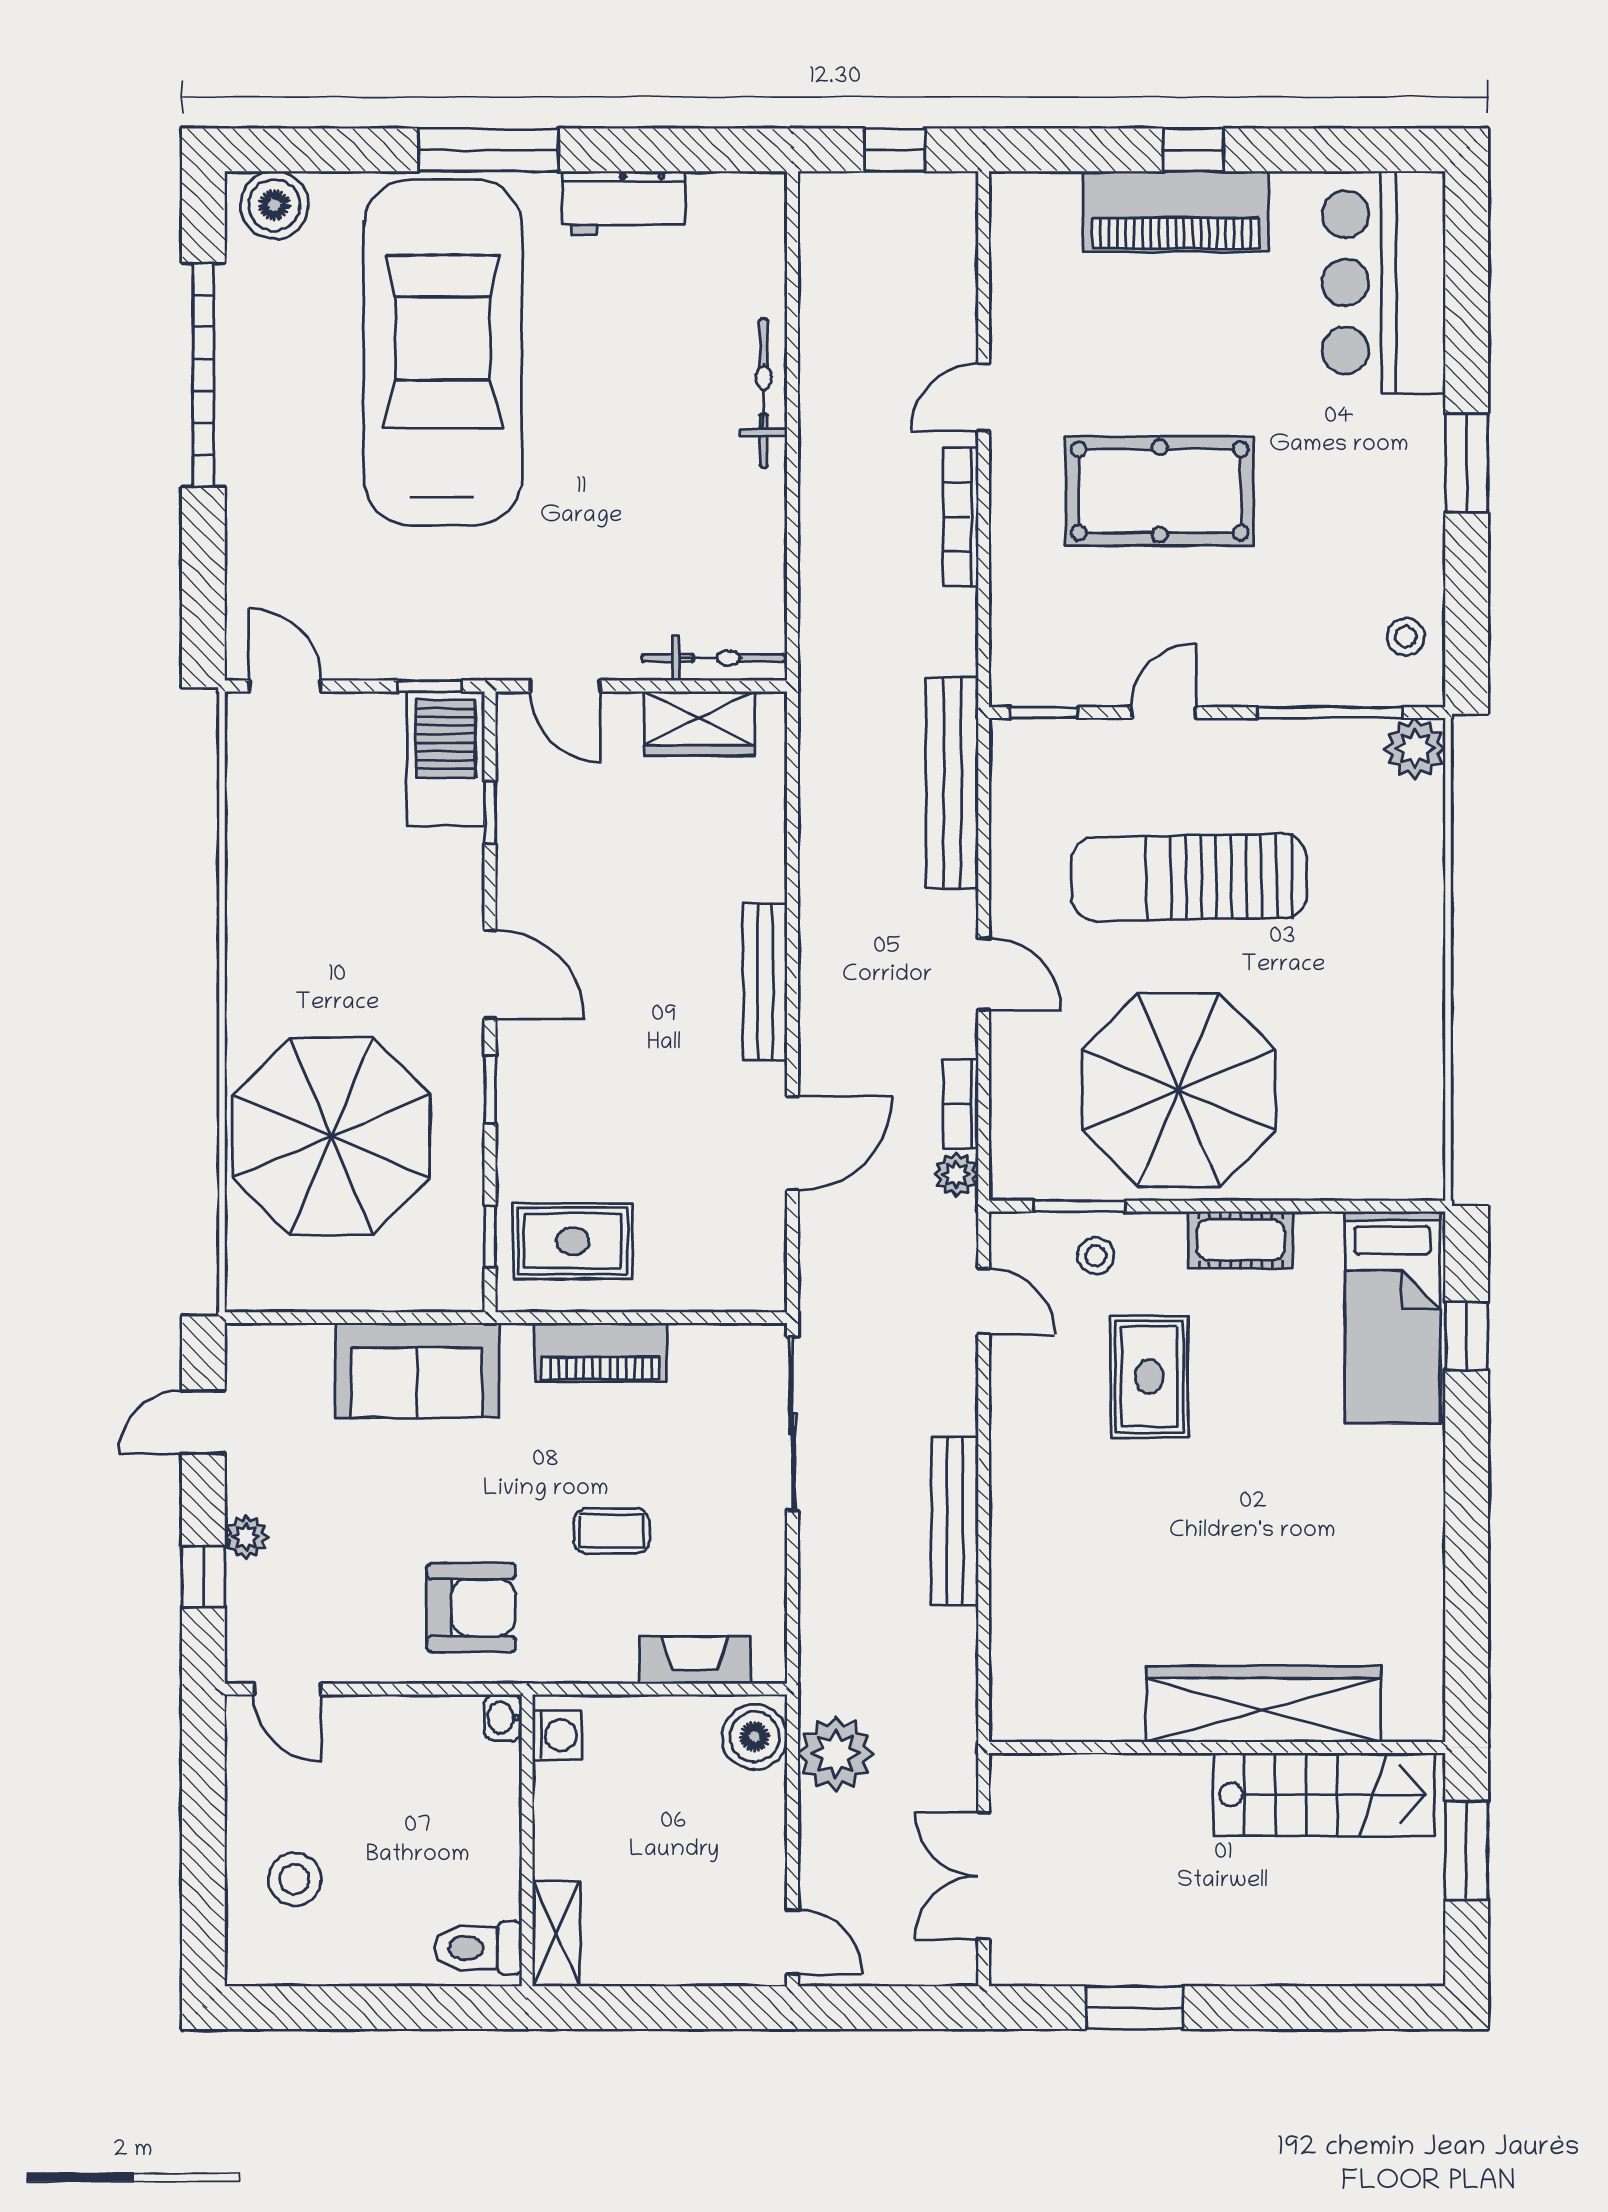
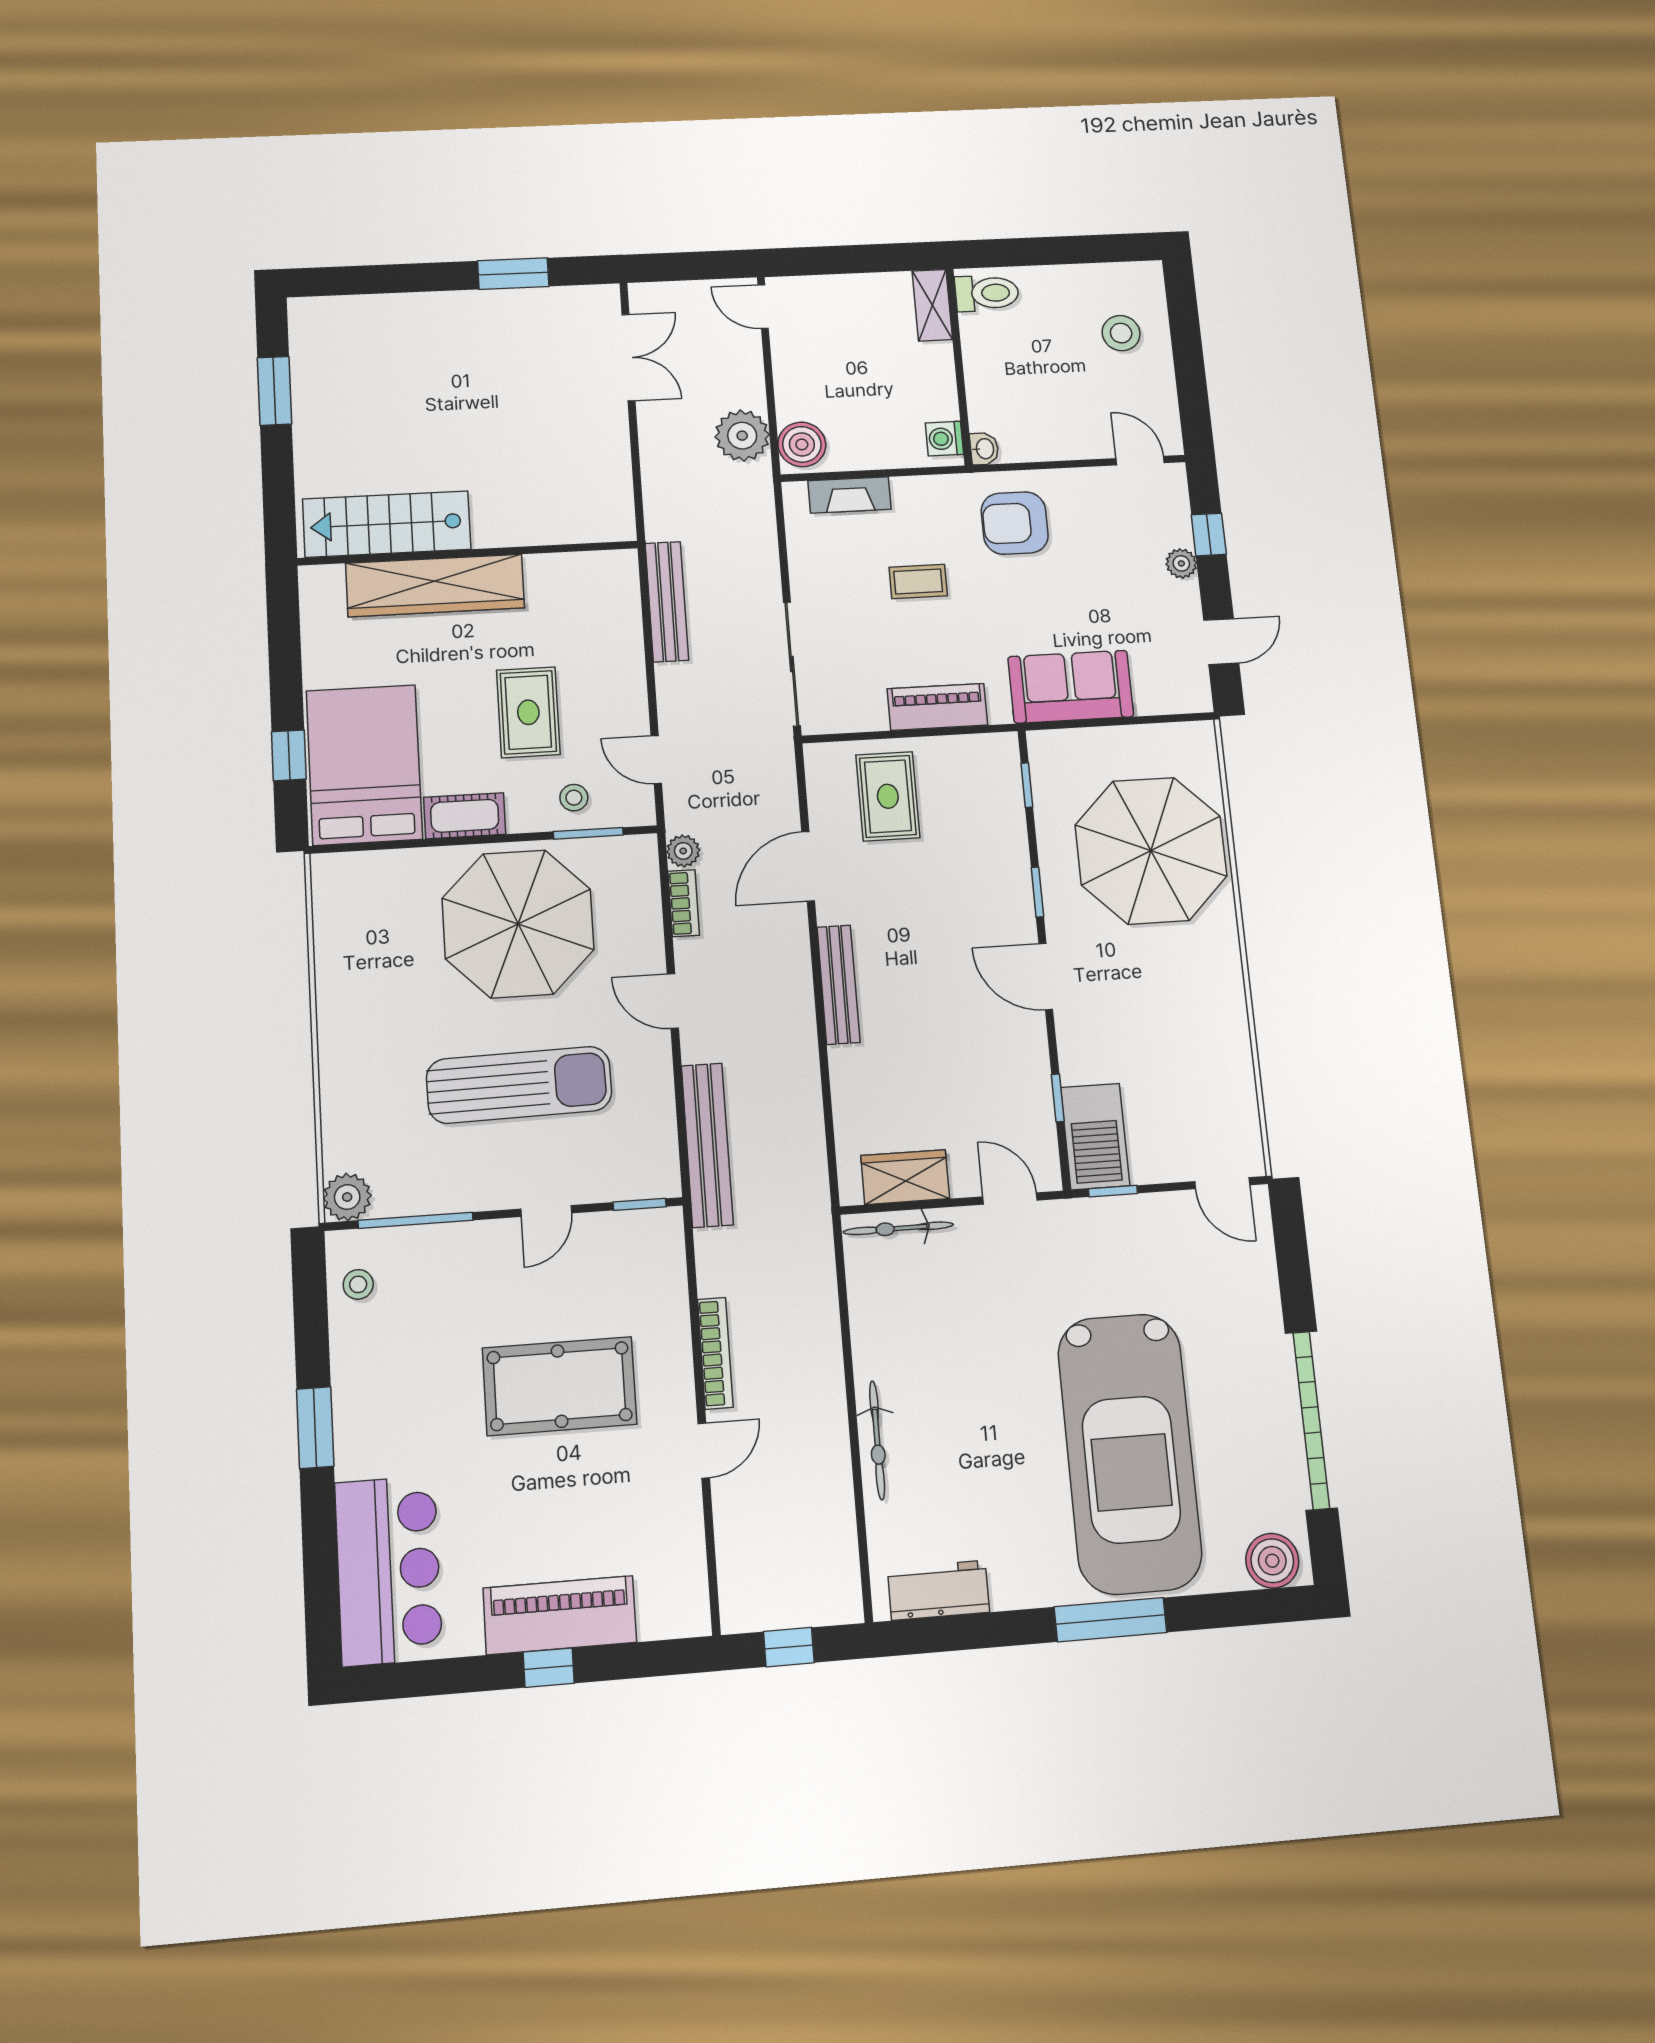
workbench: (623, 203) -> (938, 1590), moved
rug: (573, 1241) -> (888, 796), moved, turned 90
bed: (1392, 1317) -> (364, 765), width x1.50
wardrobe: (1264, 1704) -> (435, 585), moved
wall: (1217, 1748) -> (468, 553), moved
stairs: (1324, 1795) -> (387, 524), moved

